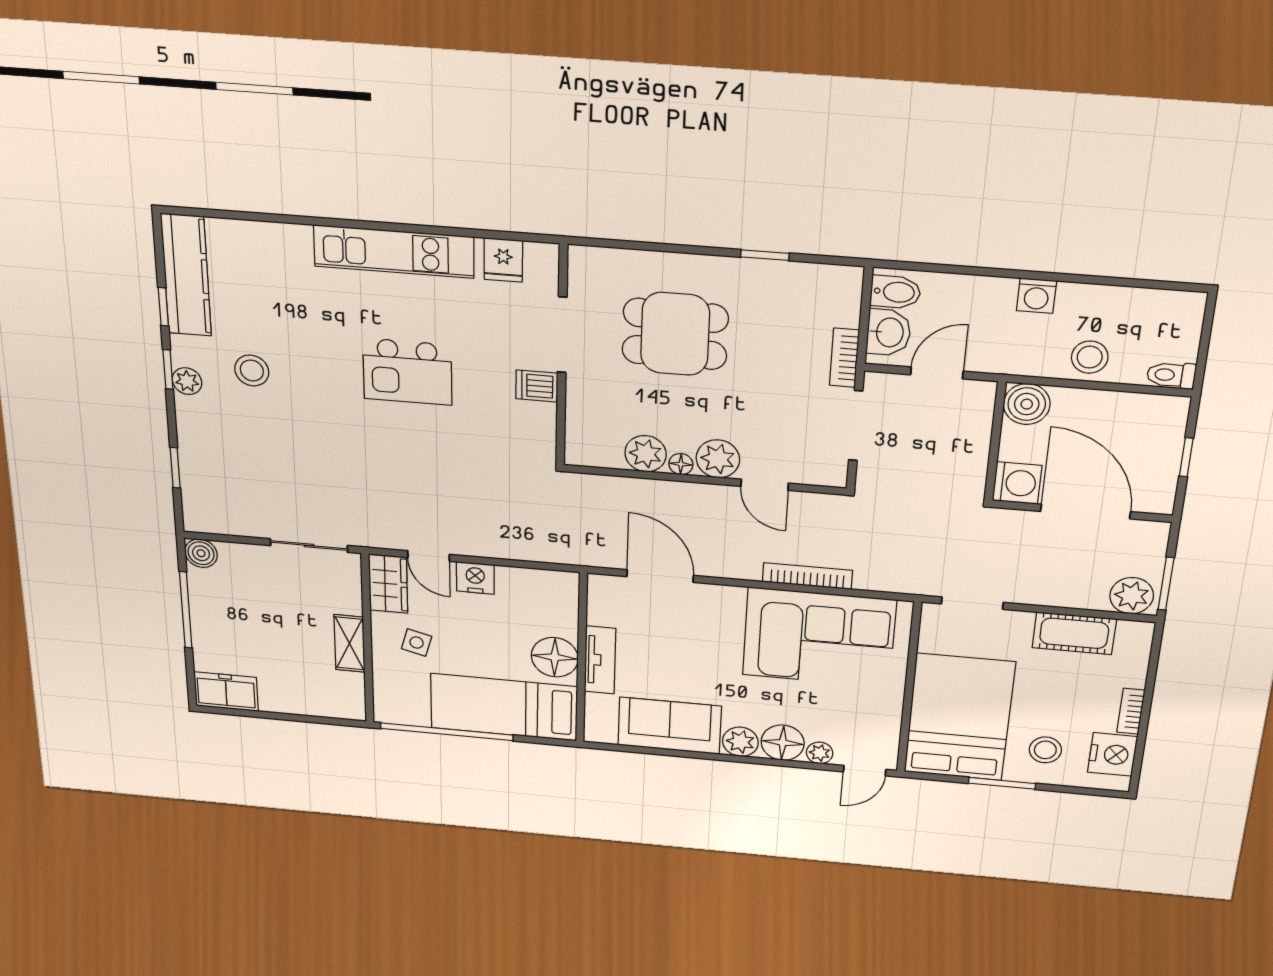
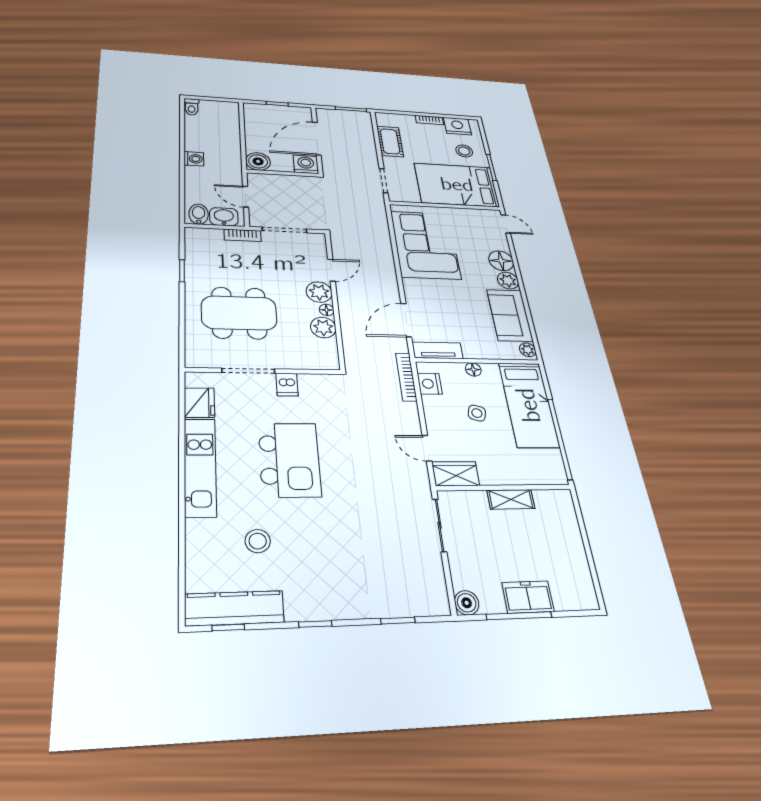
fridge: (503, 260) -> (199, 403), width x1.38
window: (163, 307) -> (228, 627), moved
dining table: (675, 334) -> (239, 313), width x1.38
stool: (1090, 357) -> (227, 139), removed
stool: (252, 371) -> (258, 541), moved
kitchen island: (407, 372) -> (289, 460), width x1.37, depth x1.28
toilet: (1171, 375) -> (192, 107), moved
plant: (187, 381) -> (323, 610), removed
door: (429, 556) -> (427, 448), swing flipped
bookcase: (807, 576) -> (406, 377), moved
nightstand: (475, 578) -> (430, 384), moved
plant: (1132, 596) -> (361, 121), removed
side table: (417, 643) -> (477, 413), moved
floor lamp: (555, 657) -> (473, 369), width x0.53, depth x0.53
tv unit: (600, 660) -> (438, 350), moved
freezer: (226, 692) -> (528, 597), moved, turned 90
plant: (820, 753) -> (528, 350), moved

